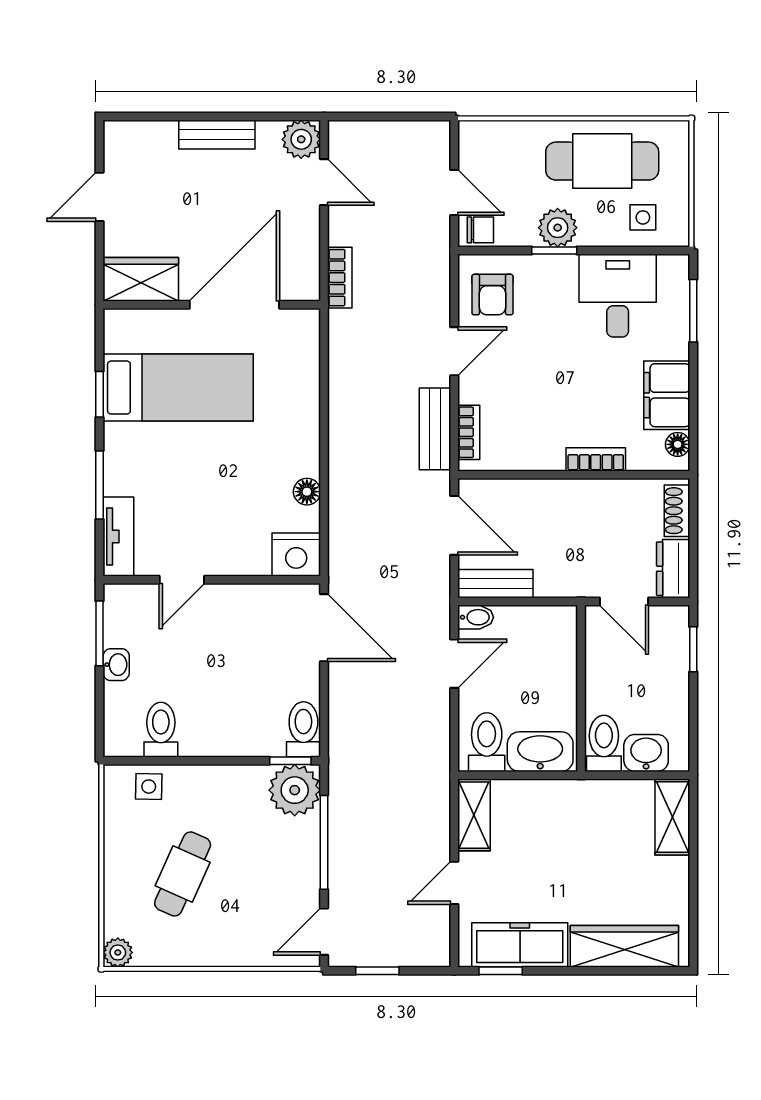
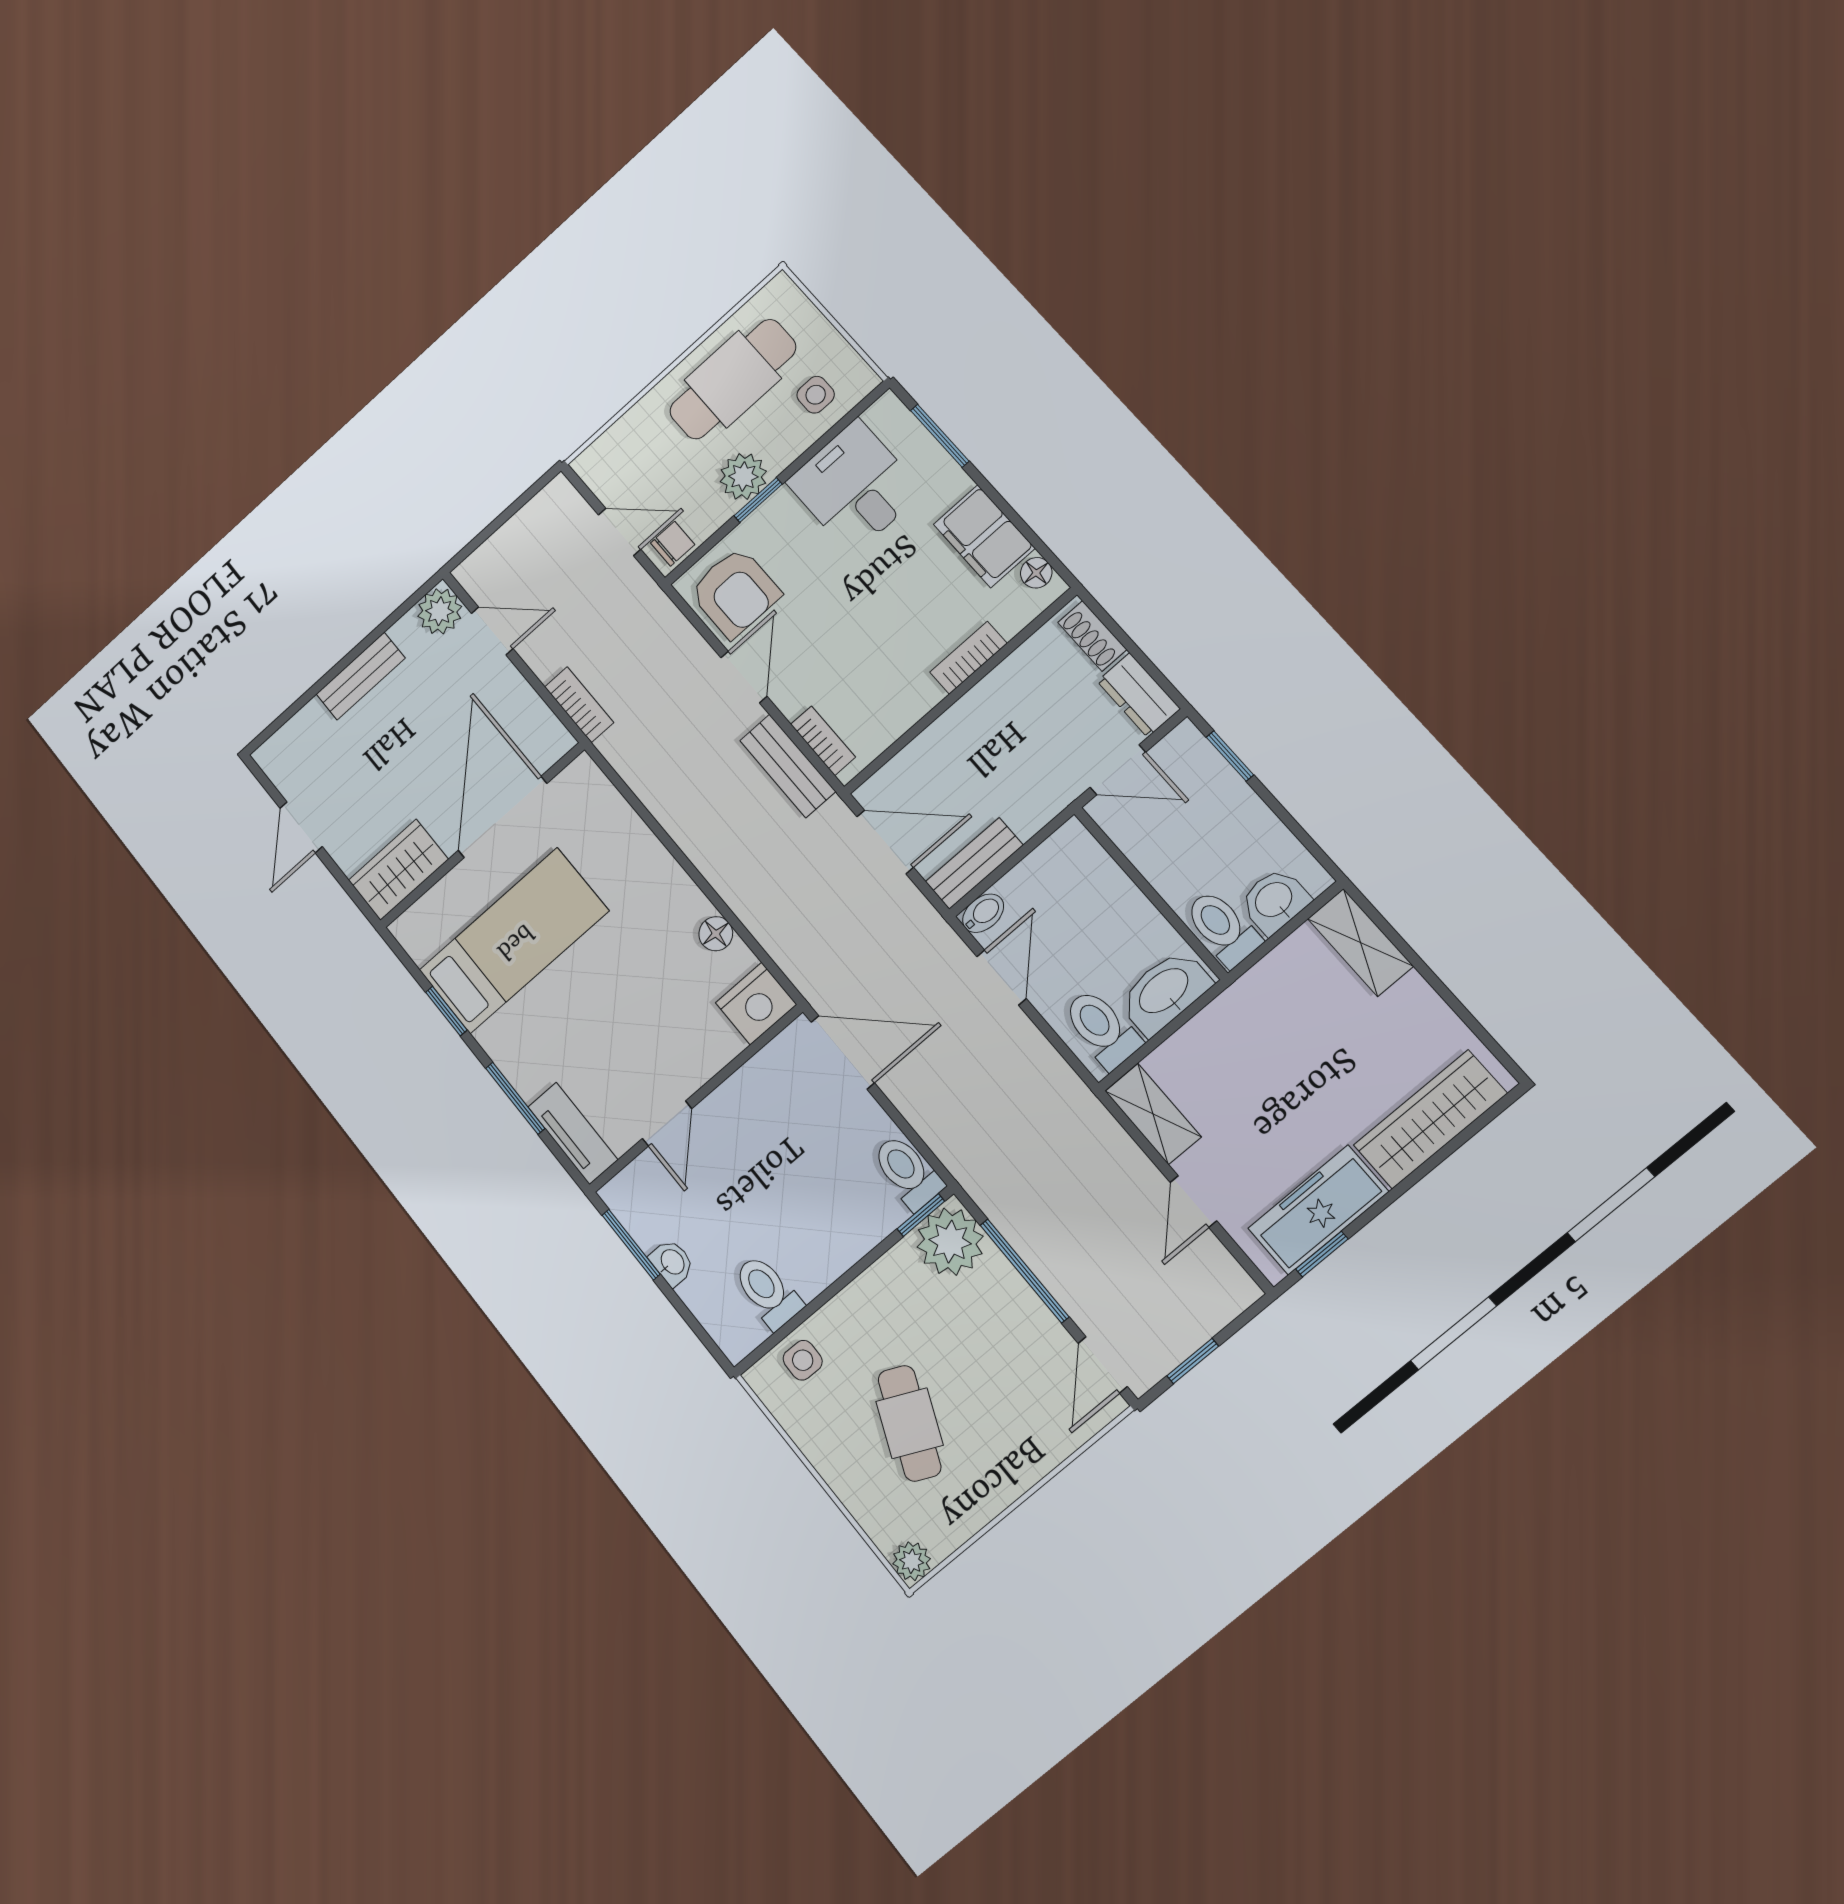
armchair: (492, 295) -> (735, 592), width x1.38, depth x1.38

